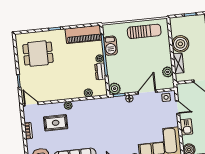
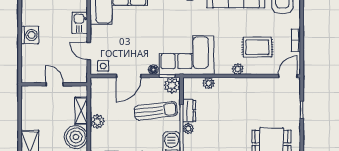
sun lounger: (124, 69) -> (156, 111), added
plant: (168, 72) -> (97, 121), moved
door: (31, 104) -> (288, 76), swing flipped
corner sofa: (106, 112) -> (187, 55), added

